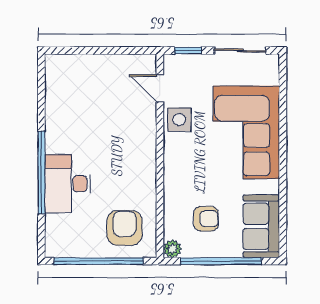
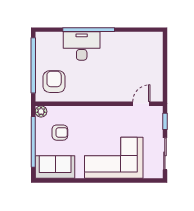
side table: (179, 120) -> (122, 116), removed
armchair: (206, 219) -> (60, 133), turned -90
armchair: (125, 228) -> (54, 82), turned -90

